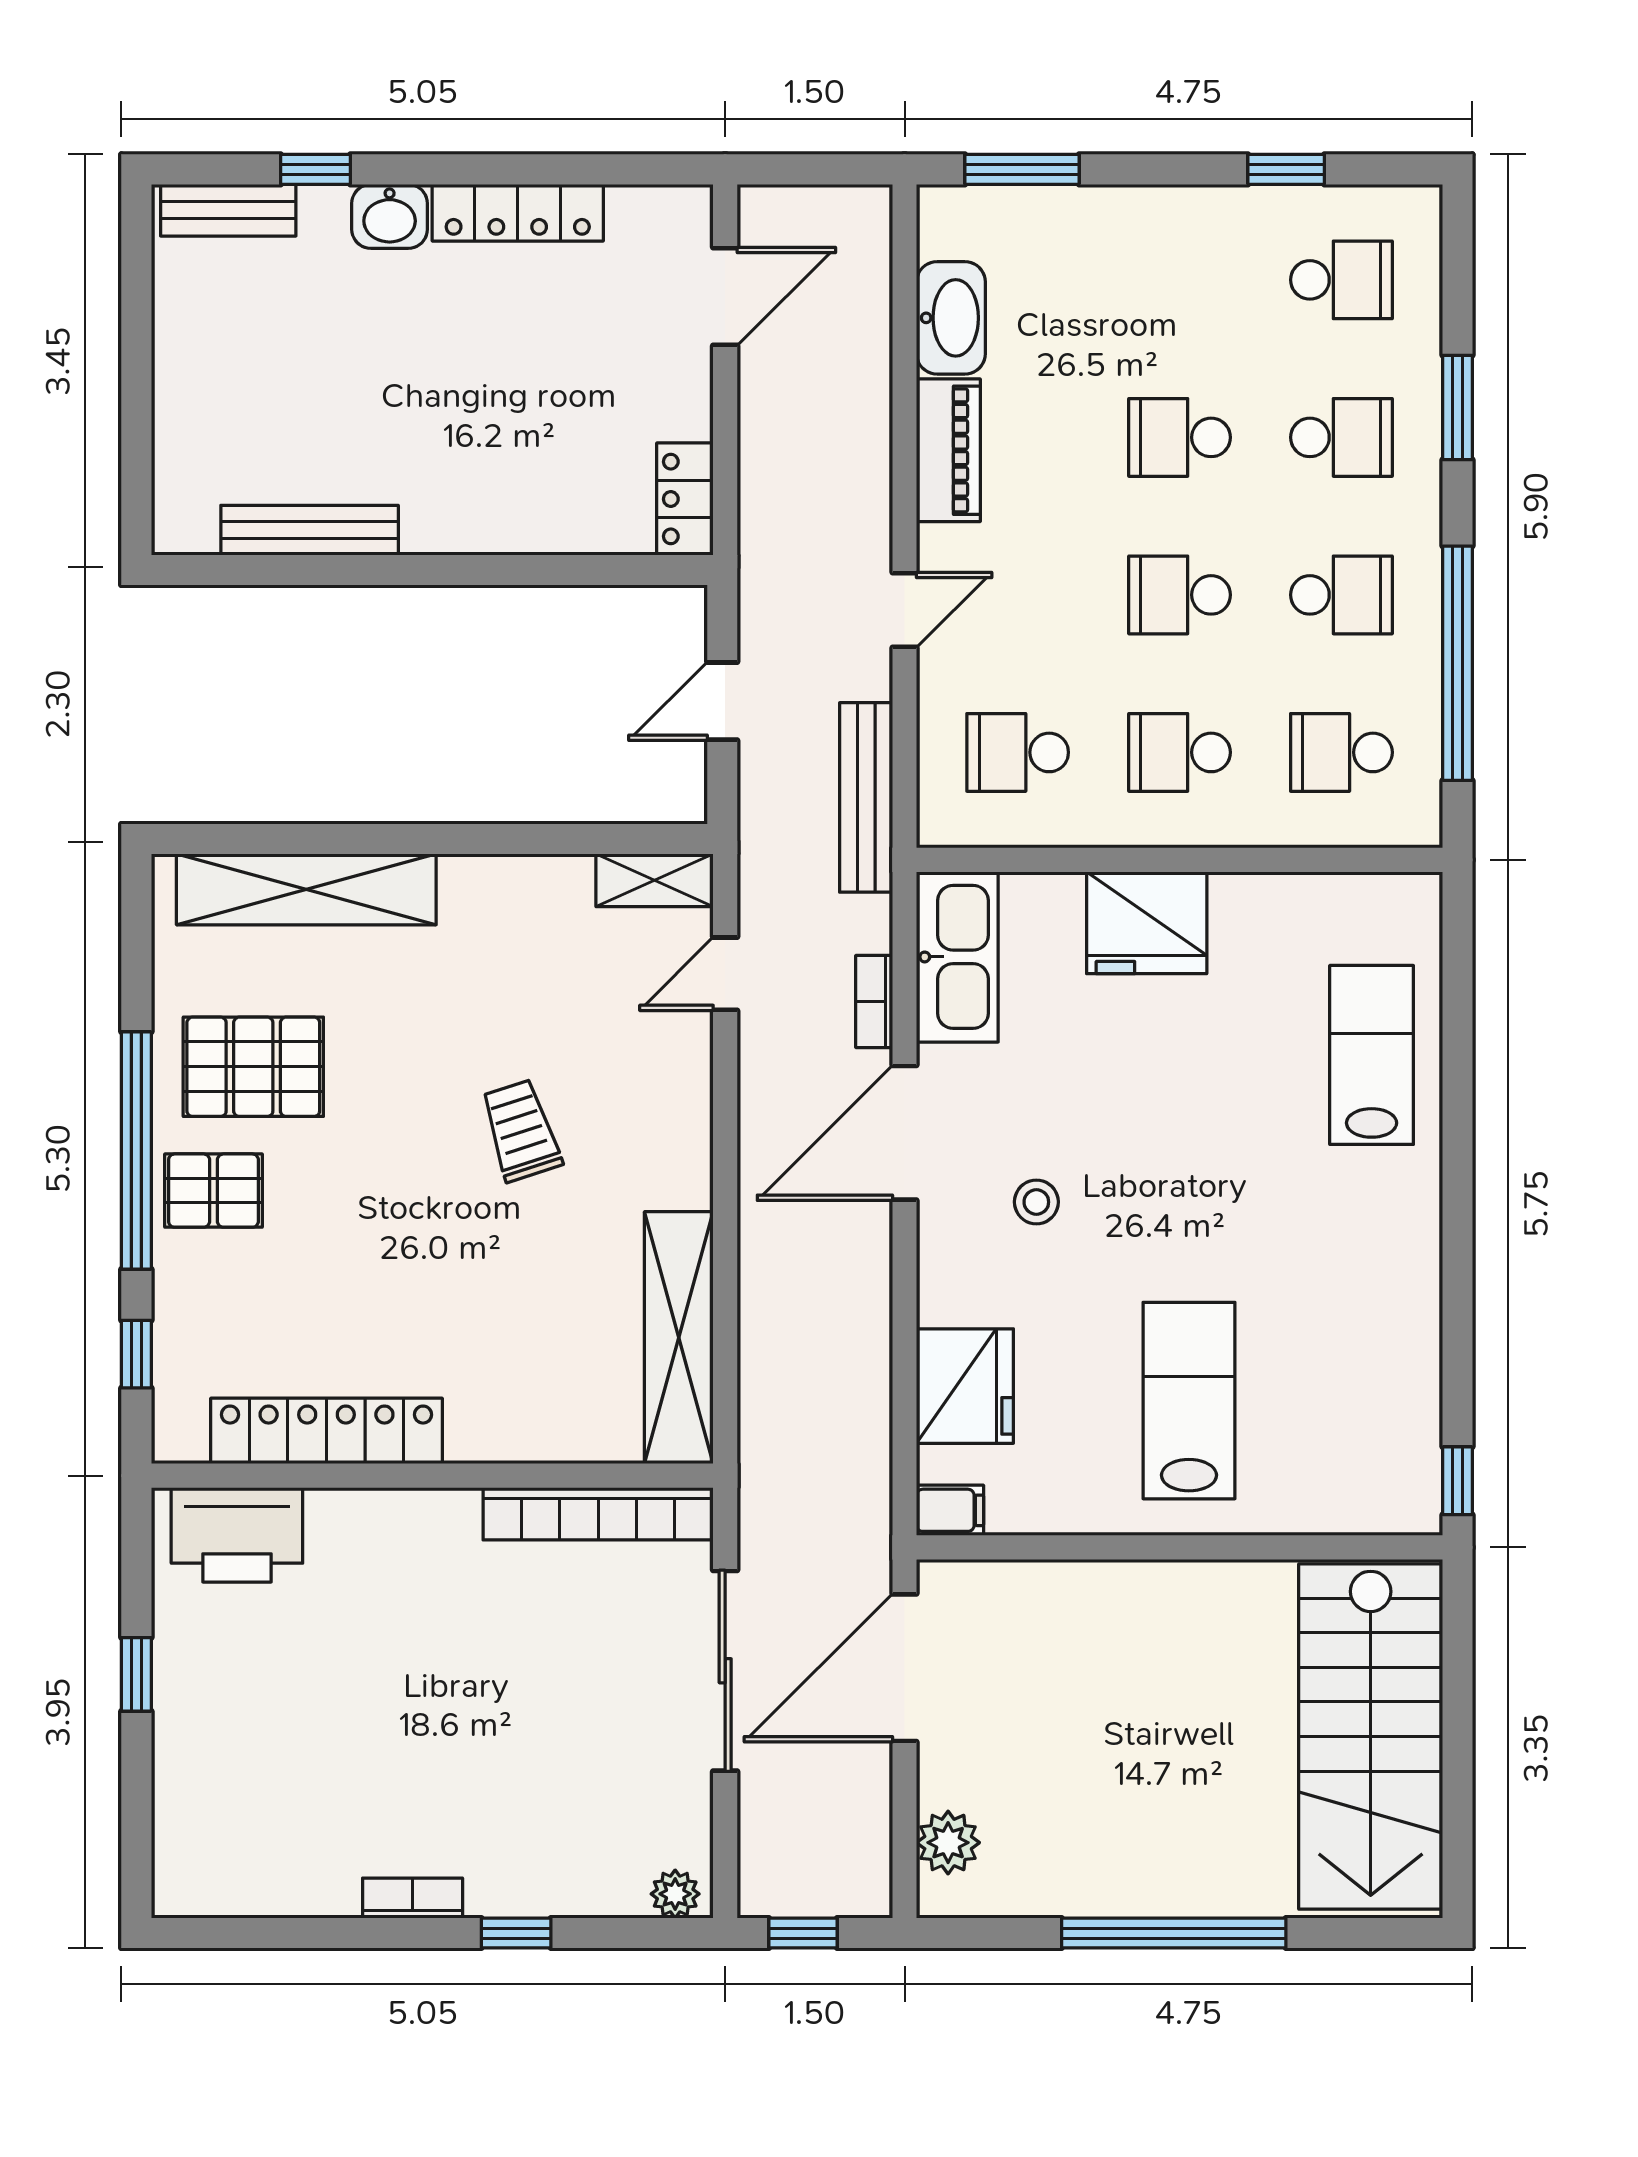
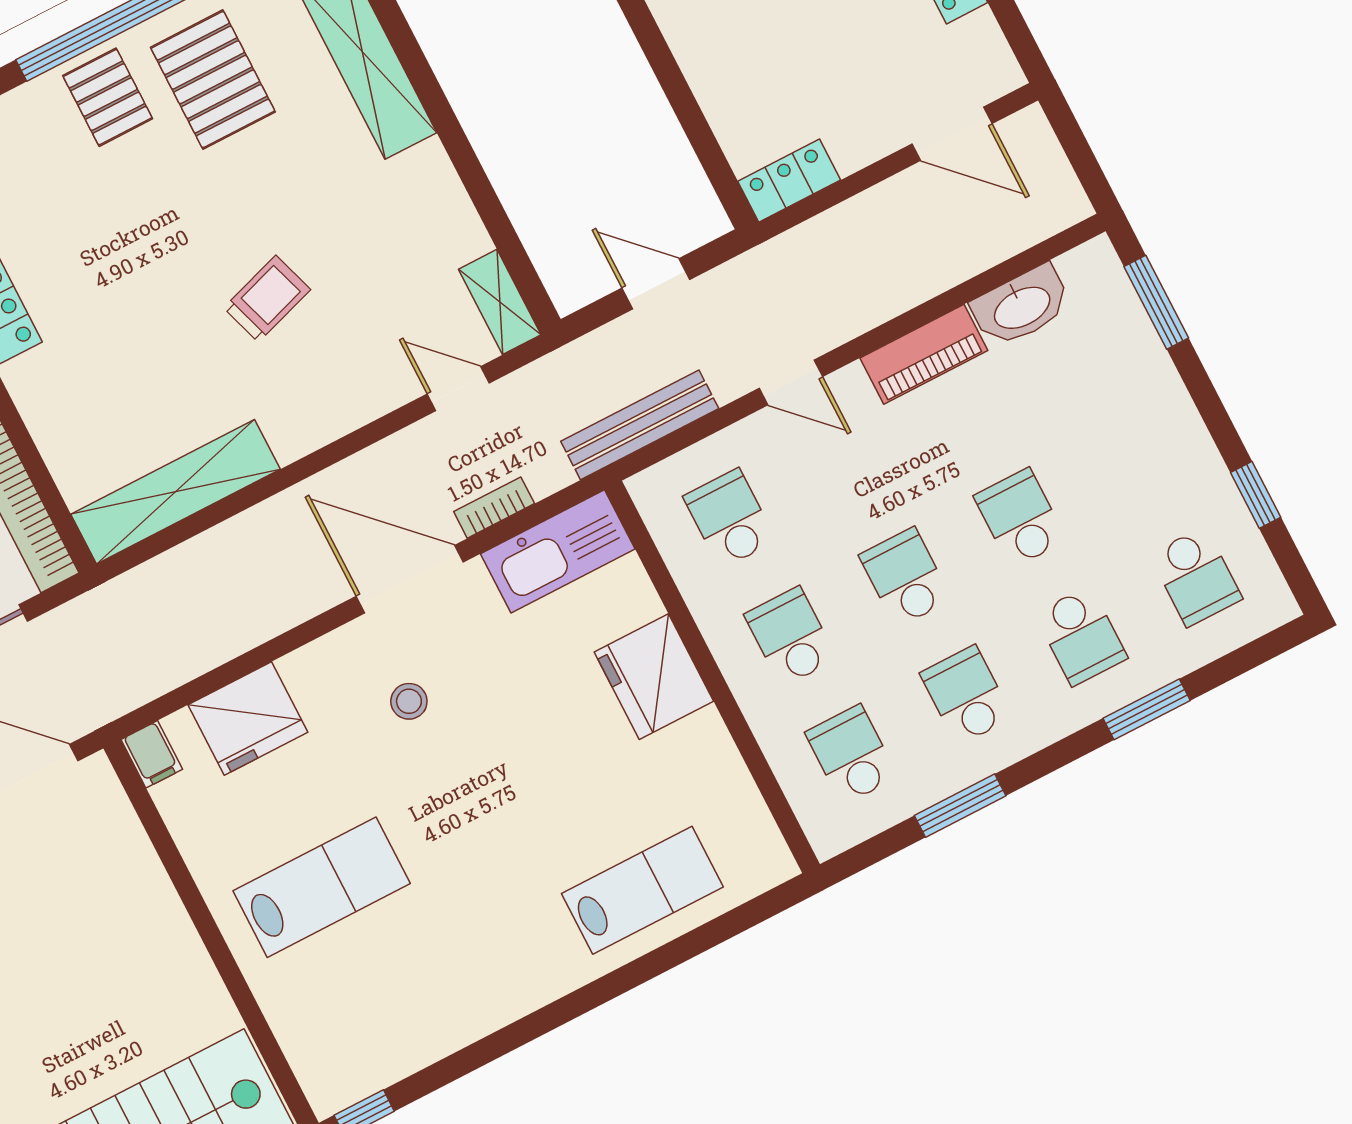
school desk: (1341, 595) -> (966, 695), turned 180
window: (1458, 663) -> (960, 806), width x0.47

